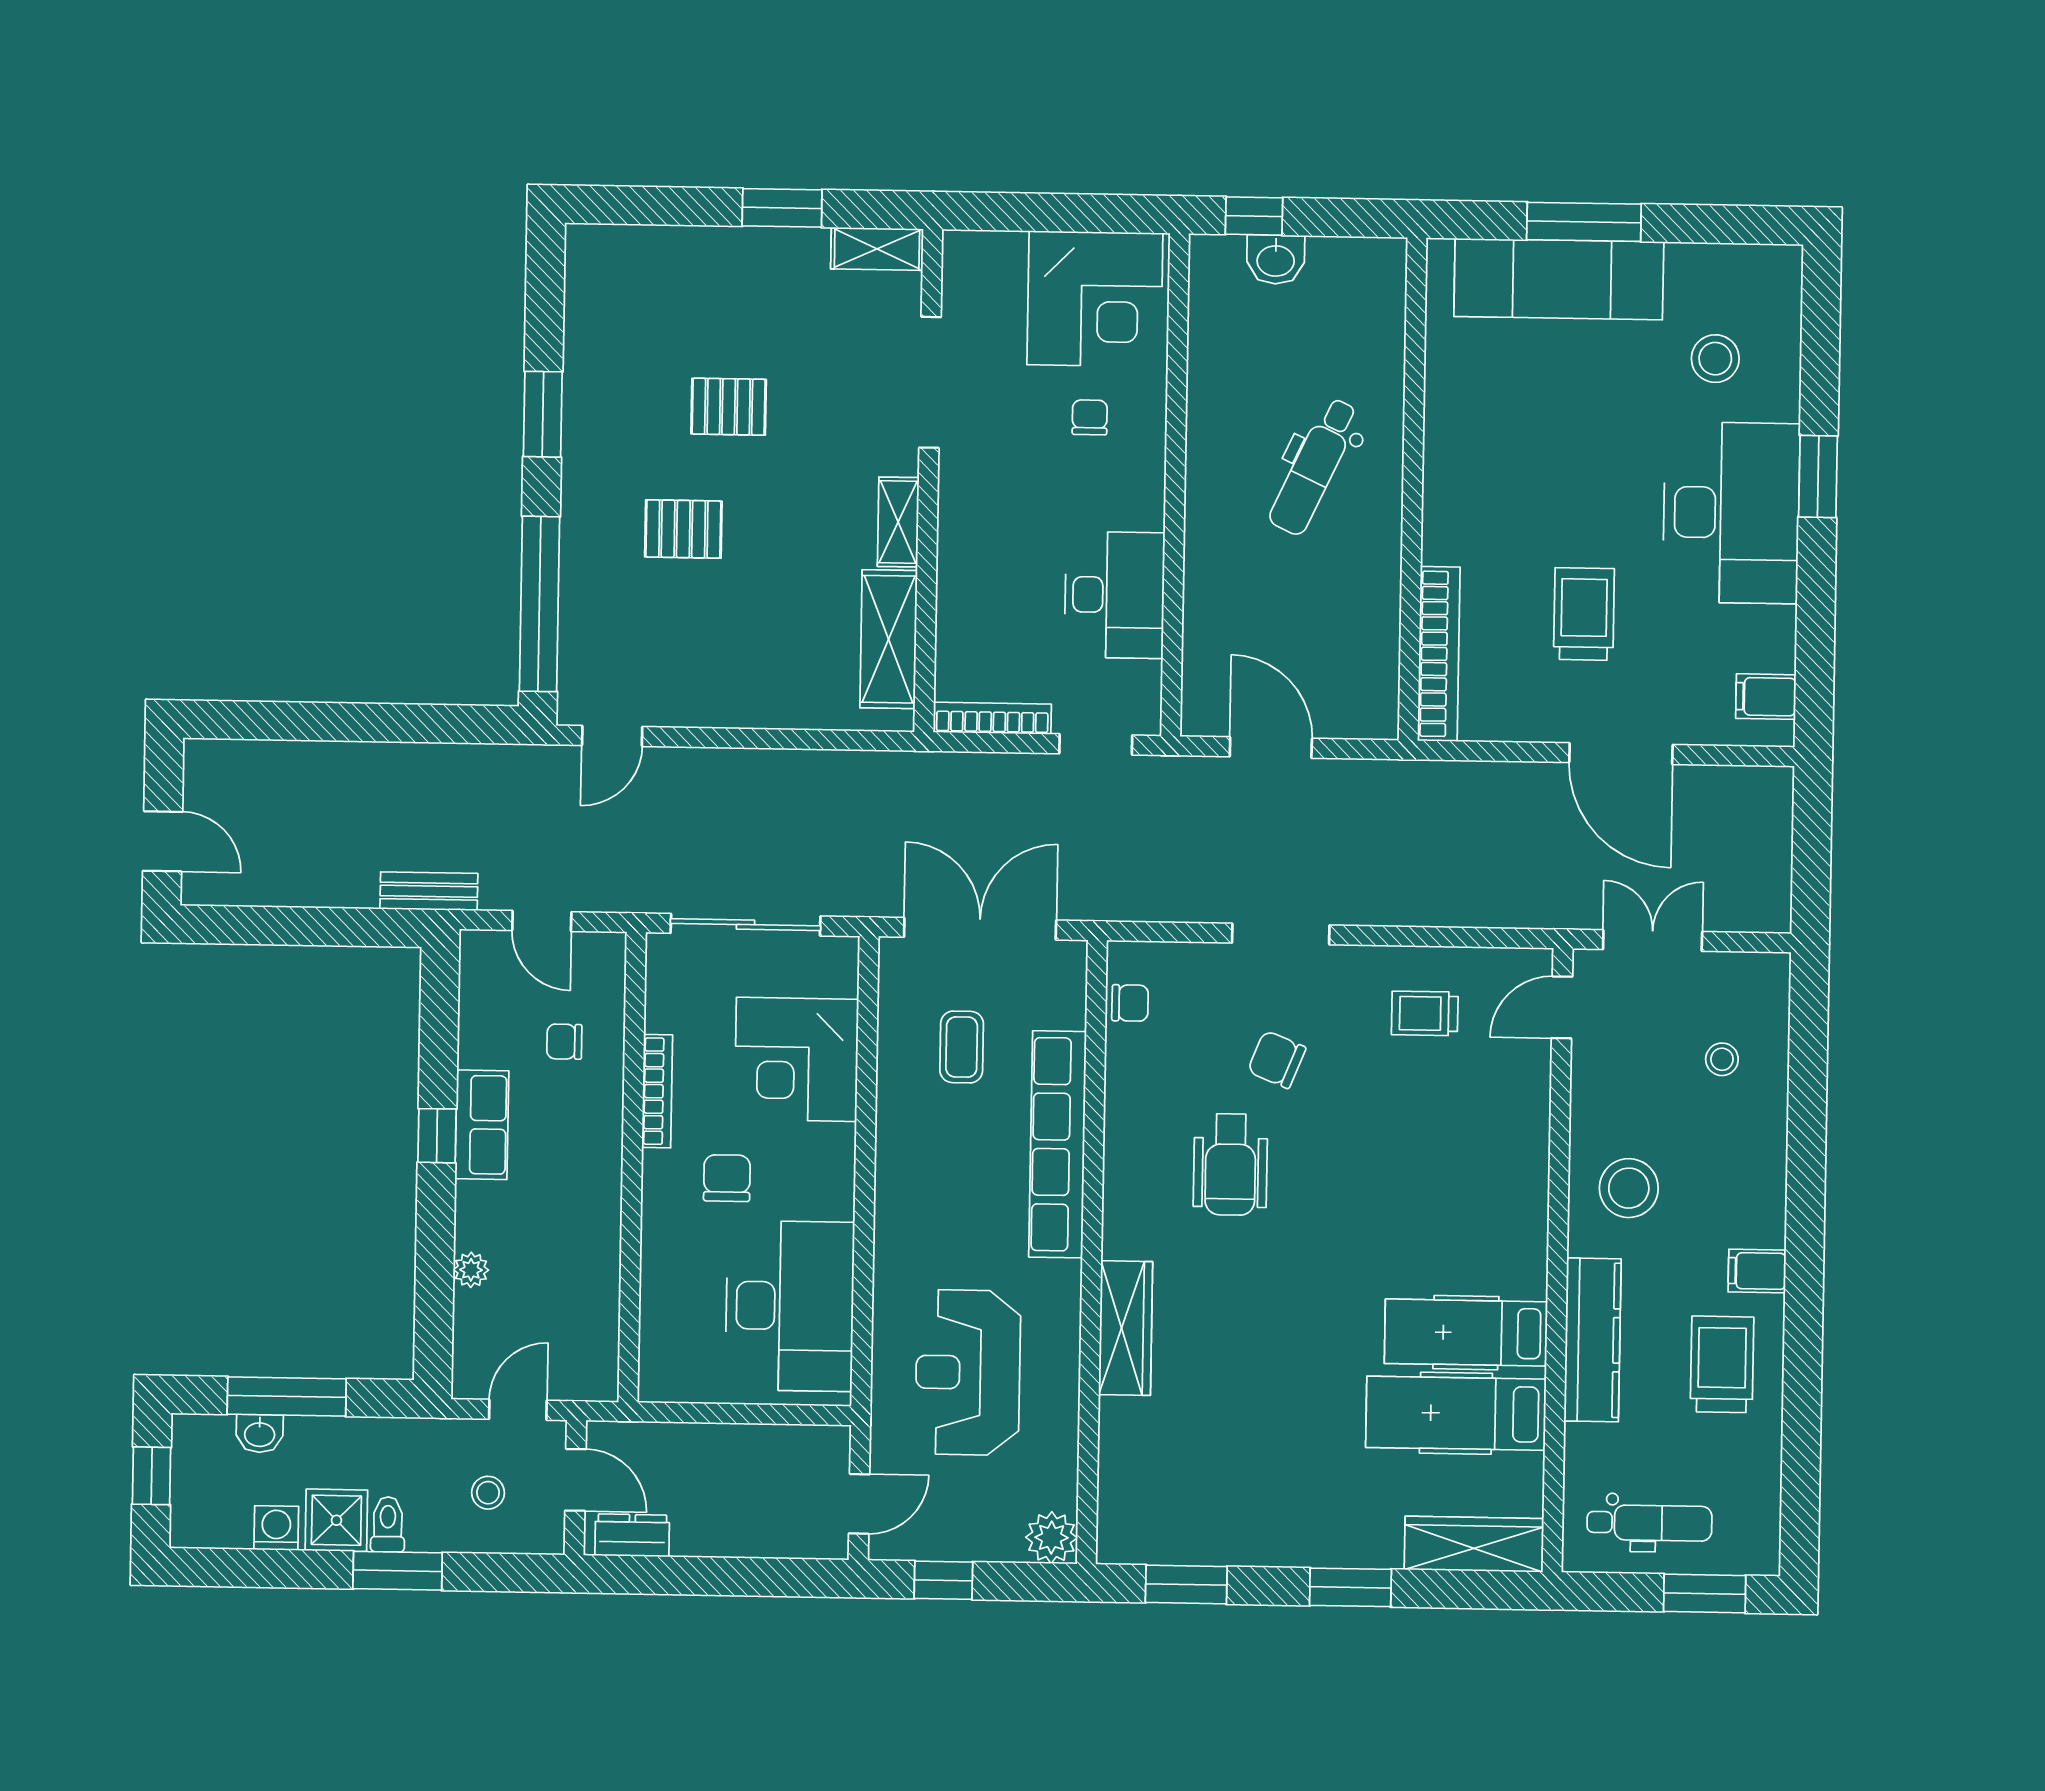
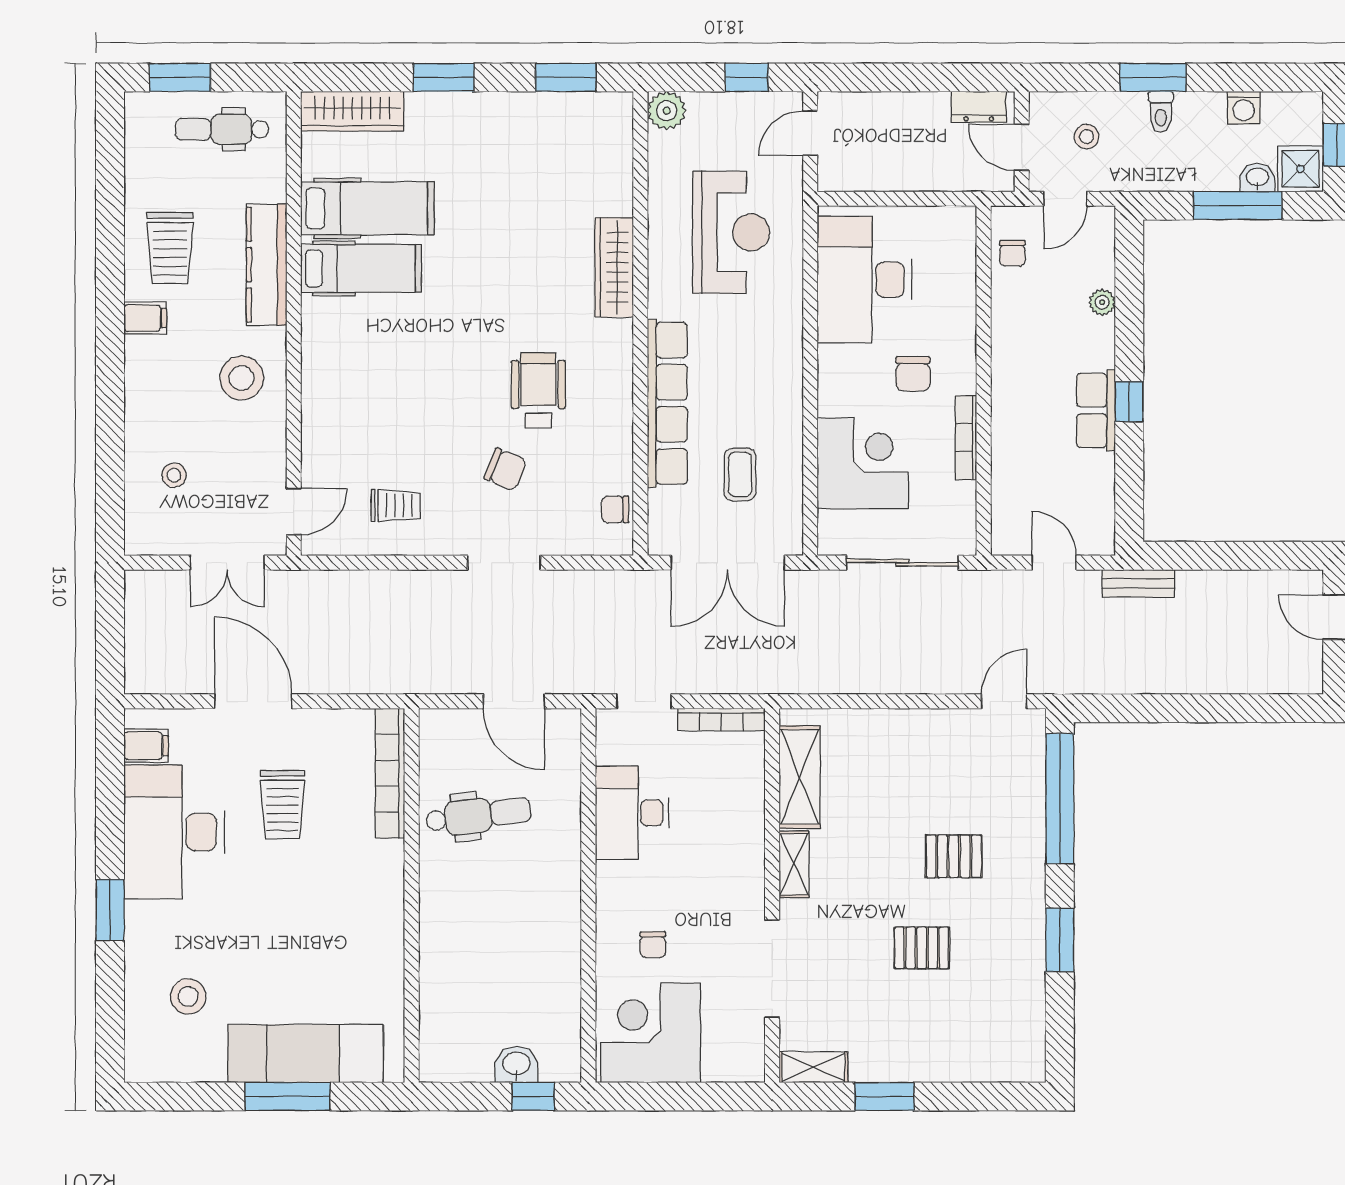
dental chair: (1314, 466) -> (478, 815), moved, turned 58
desk: (1731, 513) -> (174, 832), moved
chair: (564, 1042) -> (1012, 253), moved, turned 90
shower: (336, 1520) -> (1300, 169), moved

